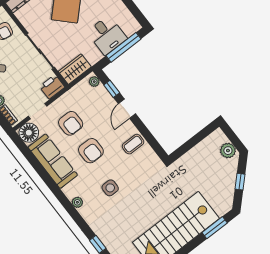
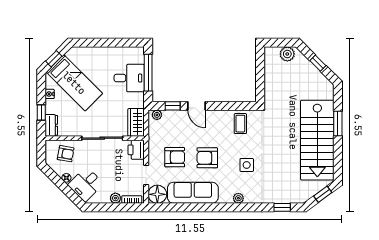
coffee table: (133, 144) -> (240, 124), moved
armchair: (91, 151) -> (207, 158), turned 180
window: (215, 228) -> (338, 124), moved

